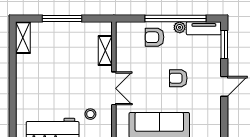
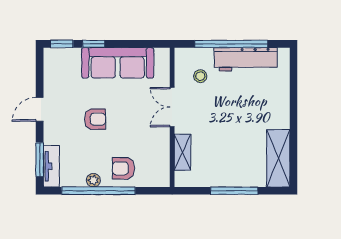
tv unit: (204, 28) -> (51, 166), moved, turned 90
armchair: (155, 37) -> (123, 168), turned 180
shelving: (23, 38) -> (278, 158), width x1.50, depth x1.33

